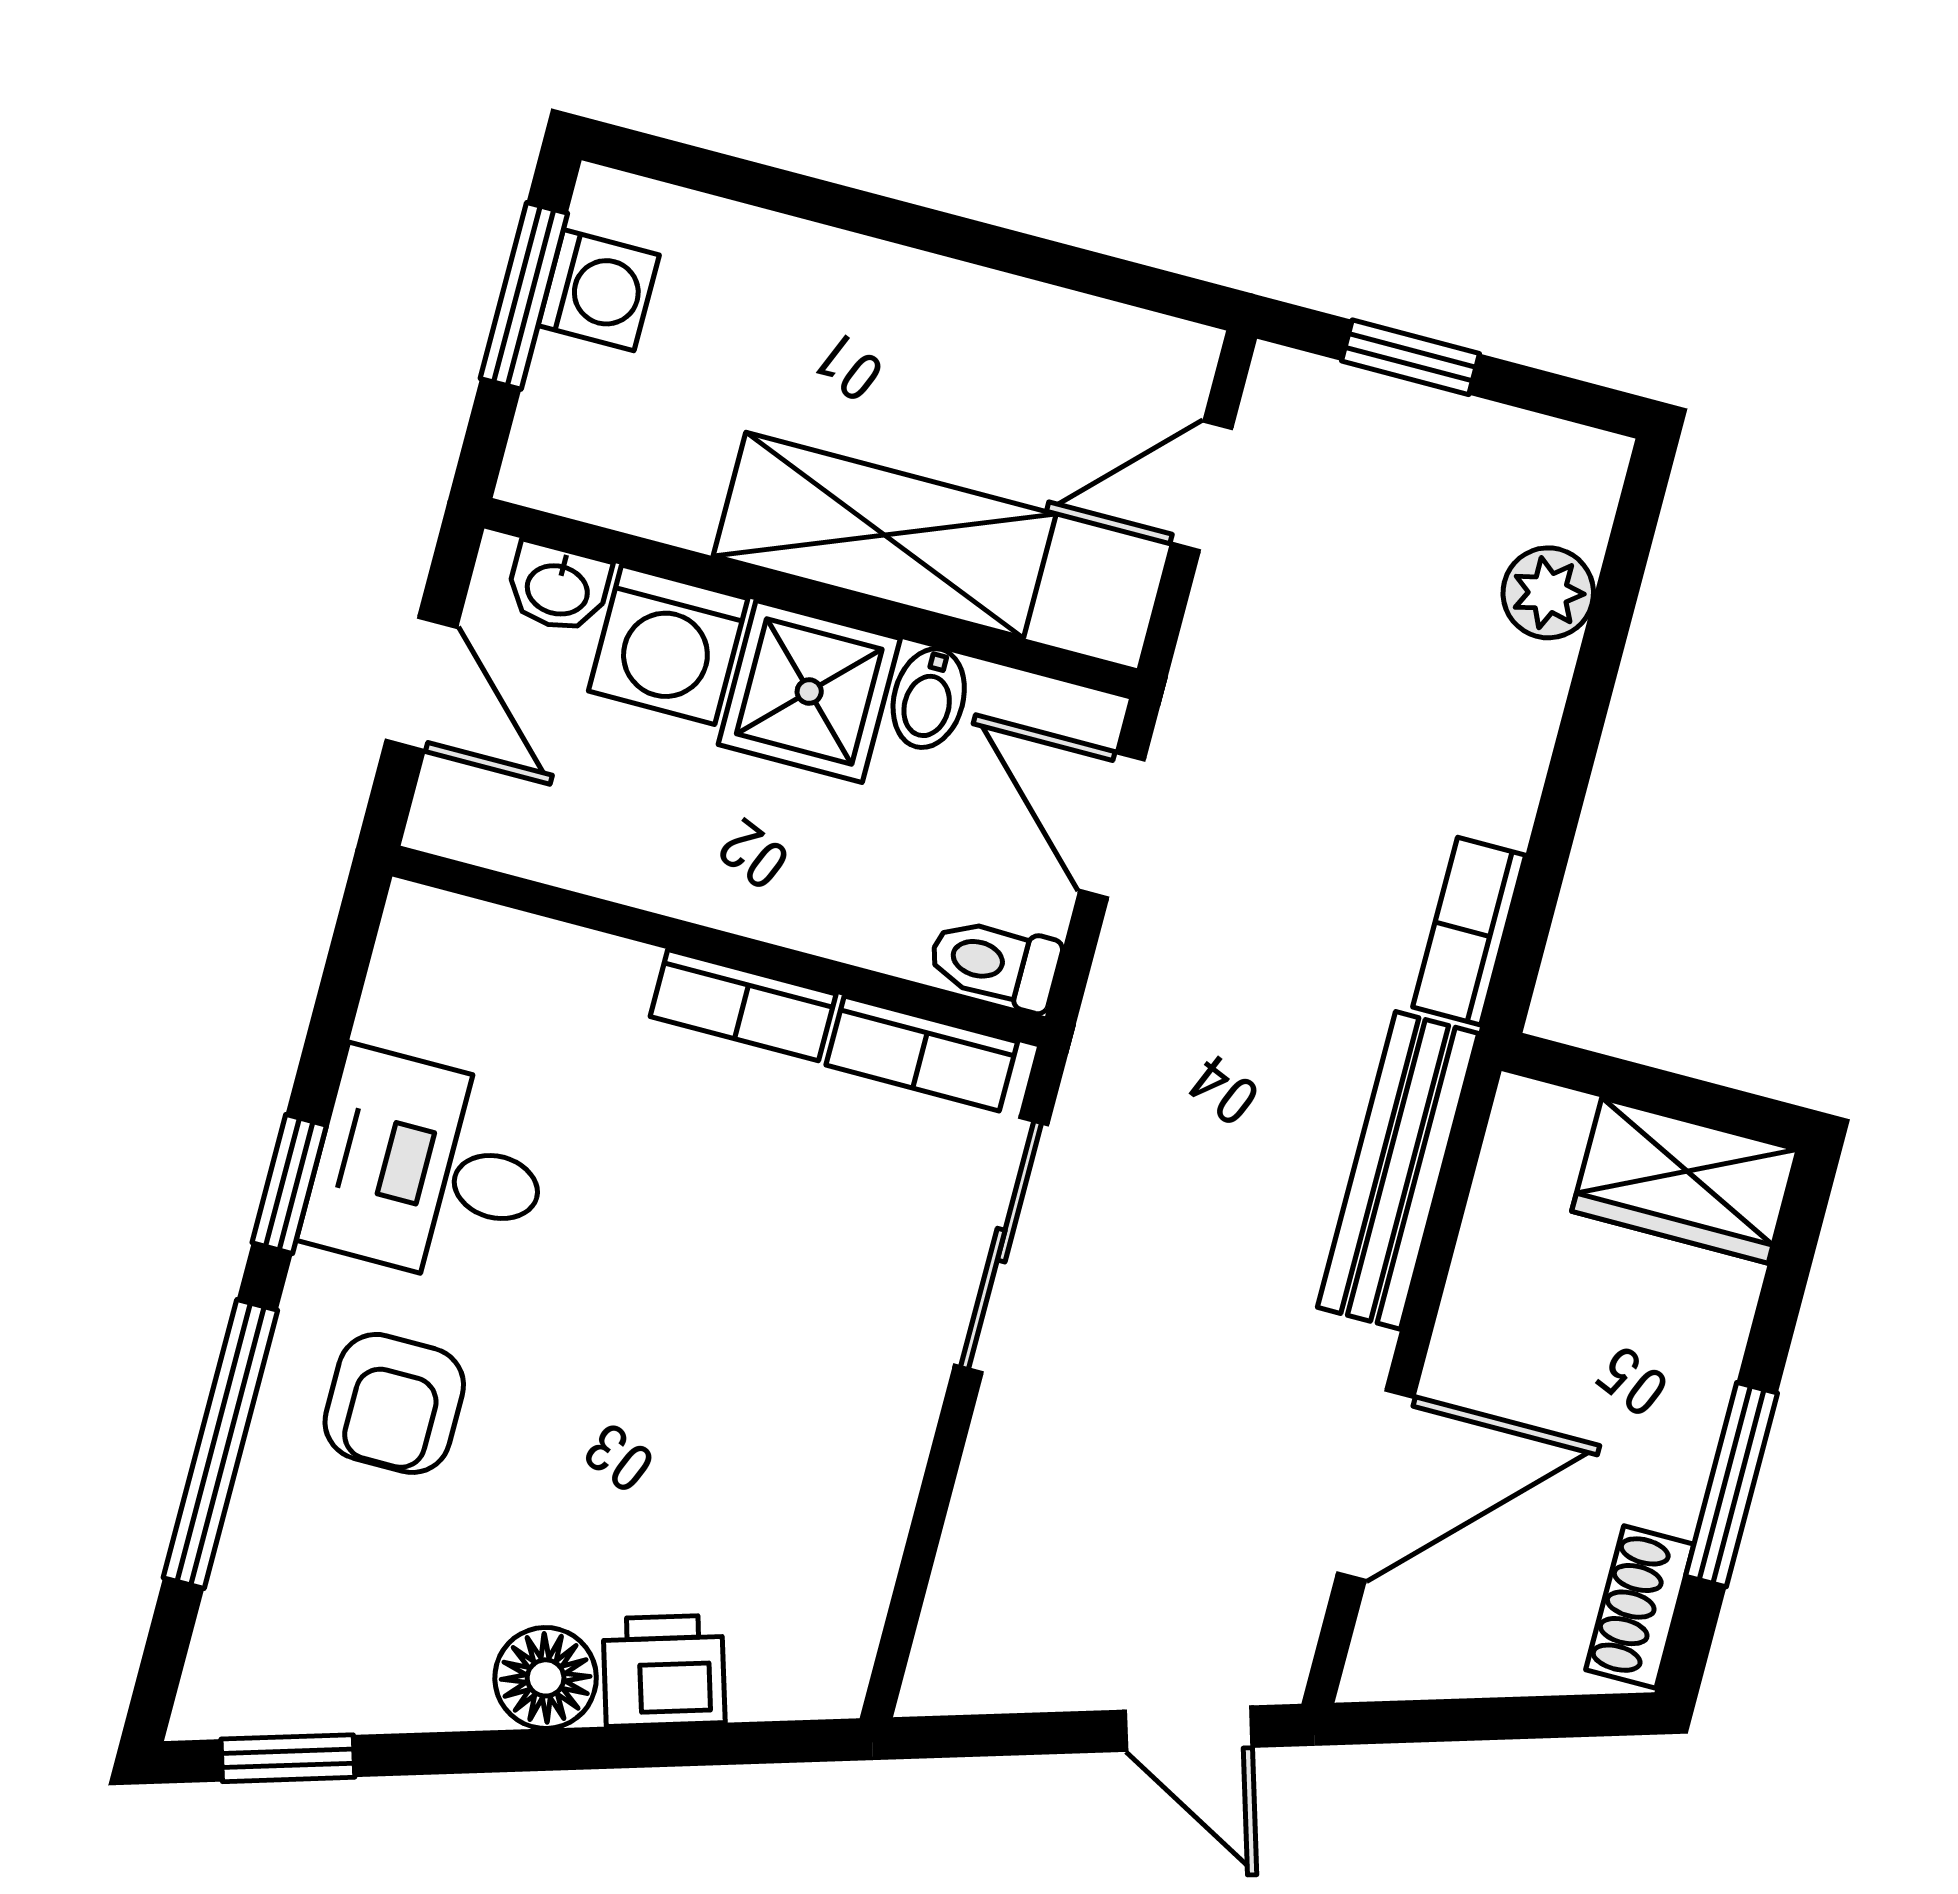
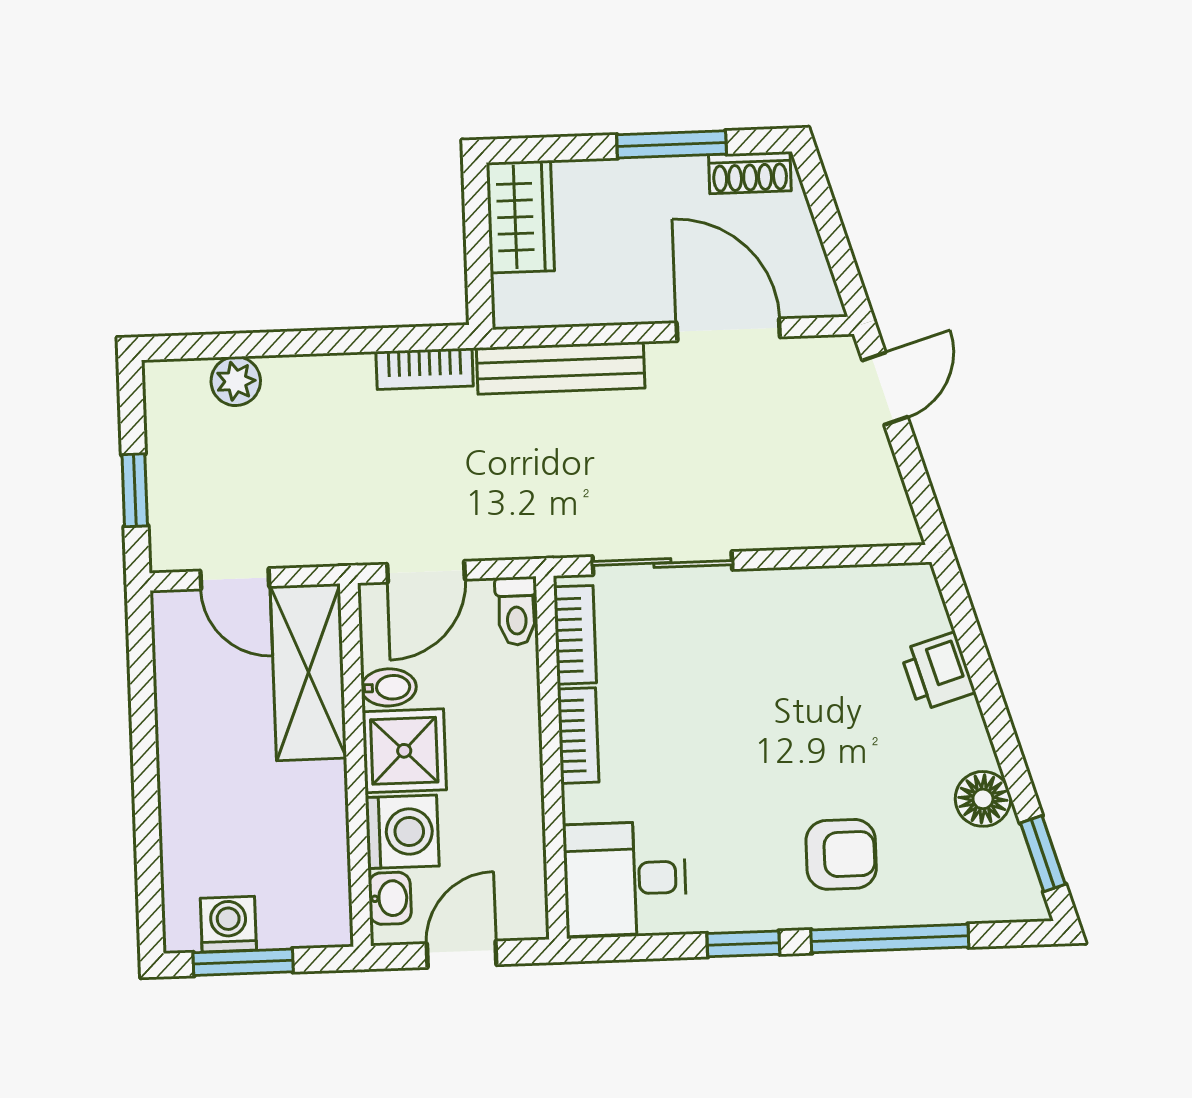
shelving: (885, 535) -> (308, 672), moved
desk: (429, 1169) -> (625, 879), moved, turned 90
floor lamp: (546, 1678) -> (983, 799), moved

